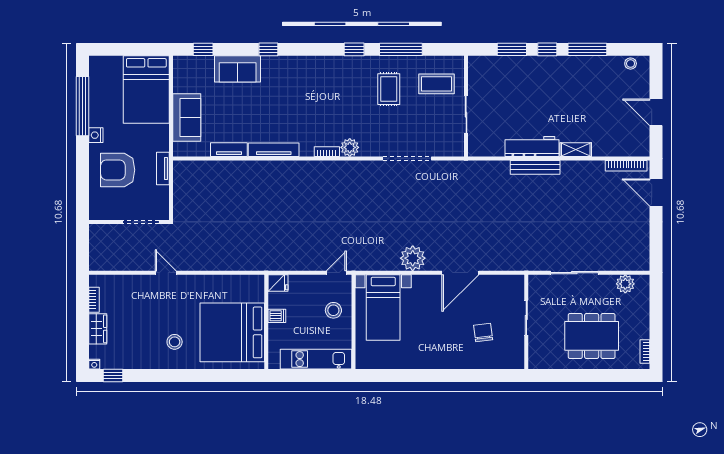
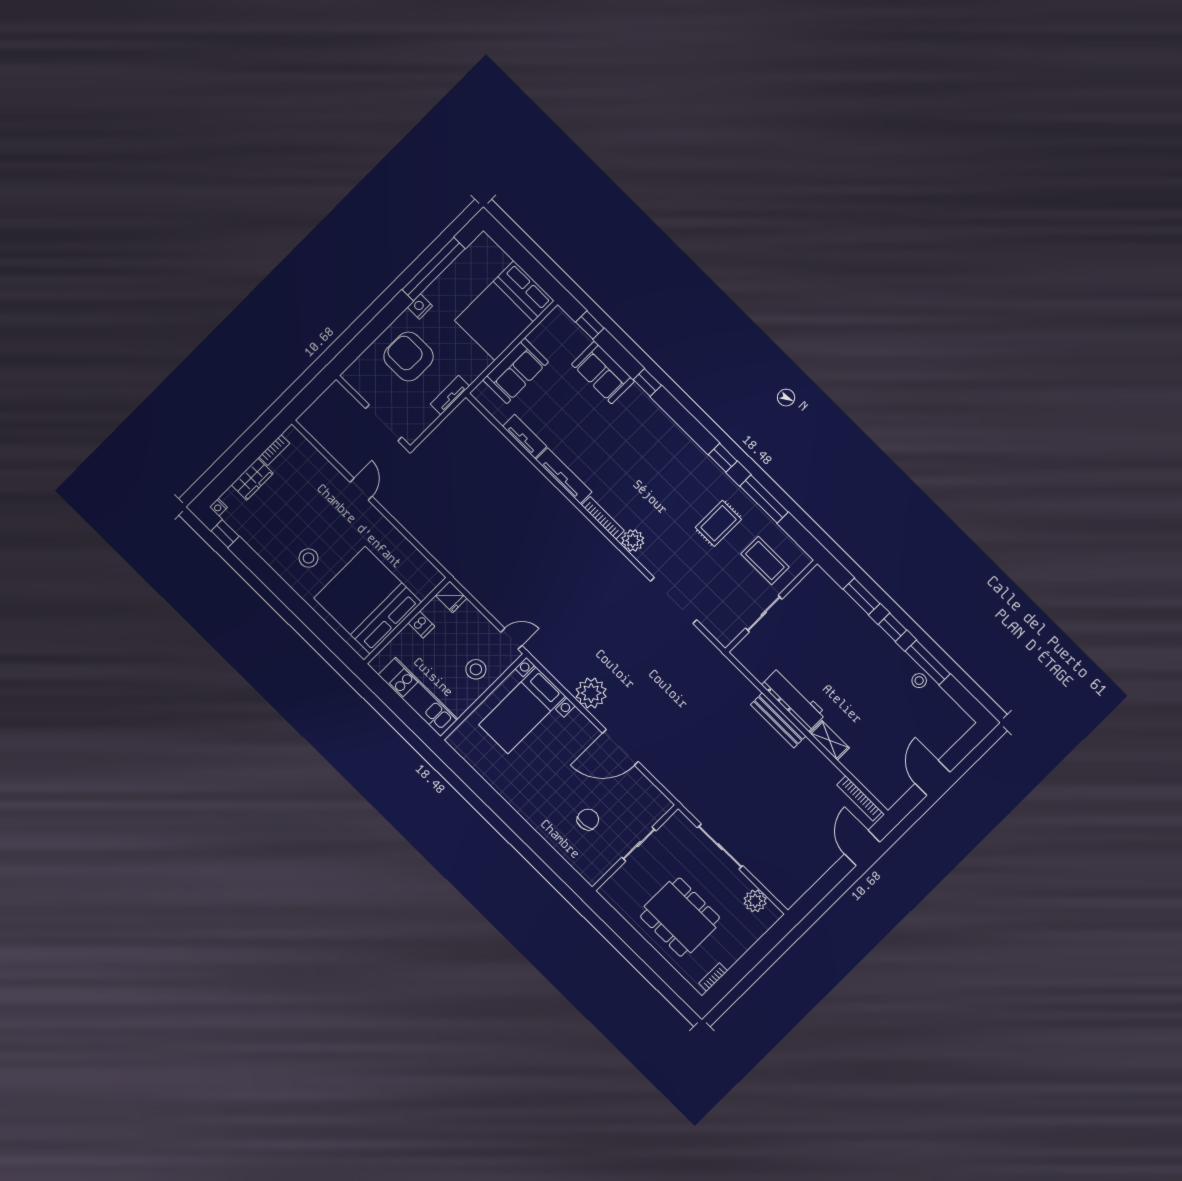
stool: (631, 64) -> (919, 681), moved
bookcase: (327, 152) -> (603, 518), width x1.56

